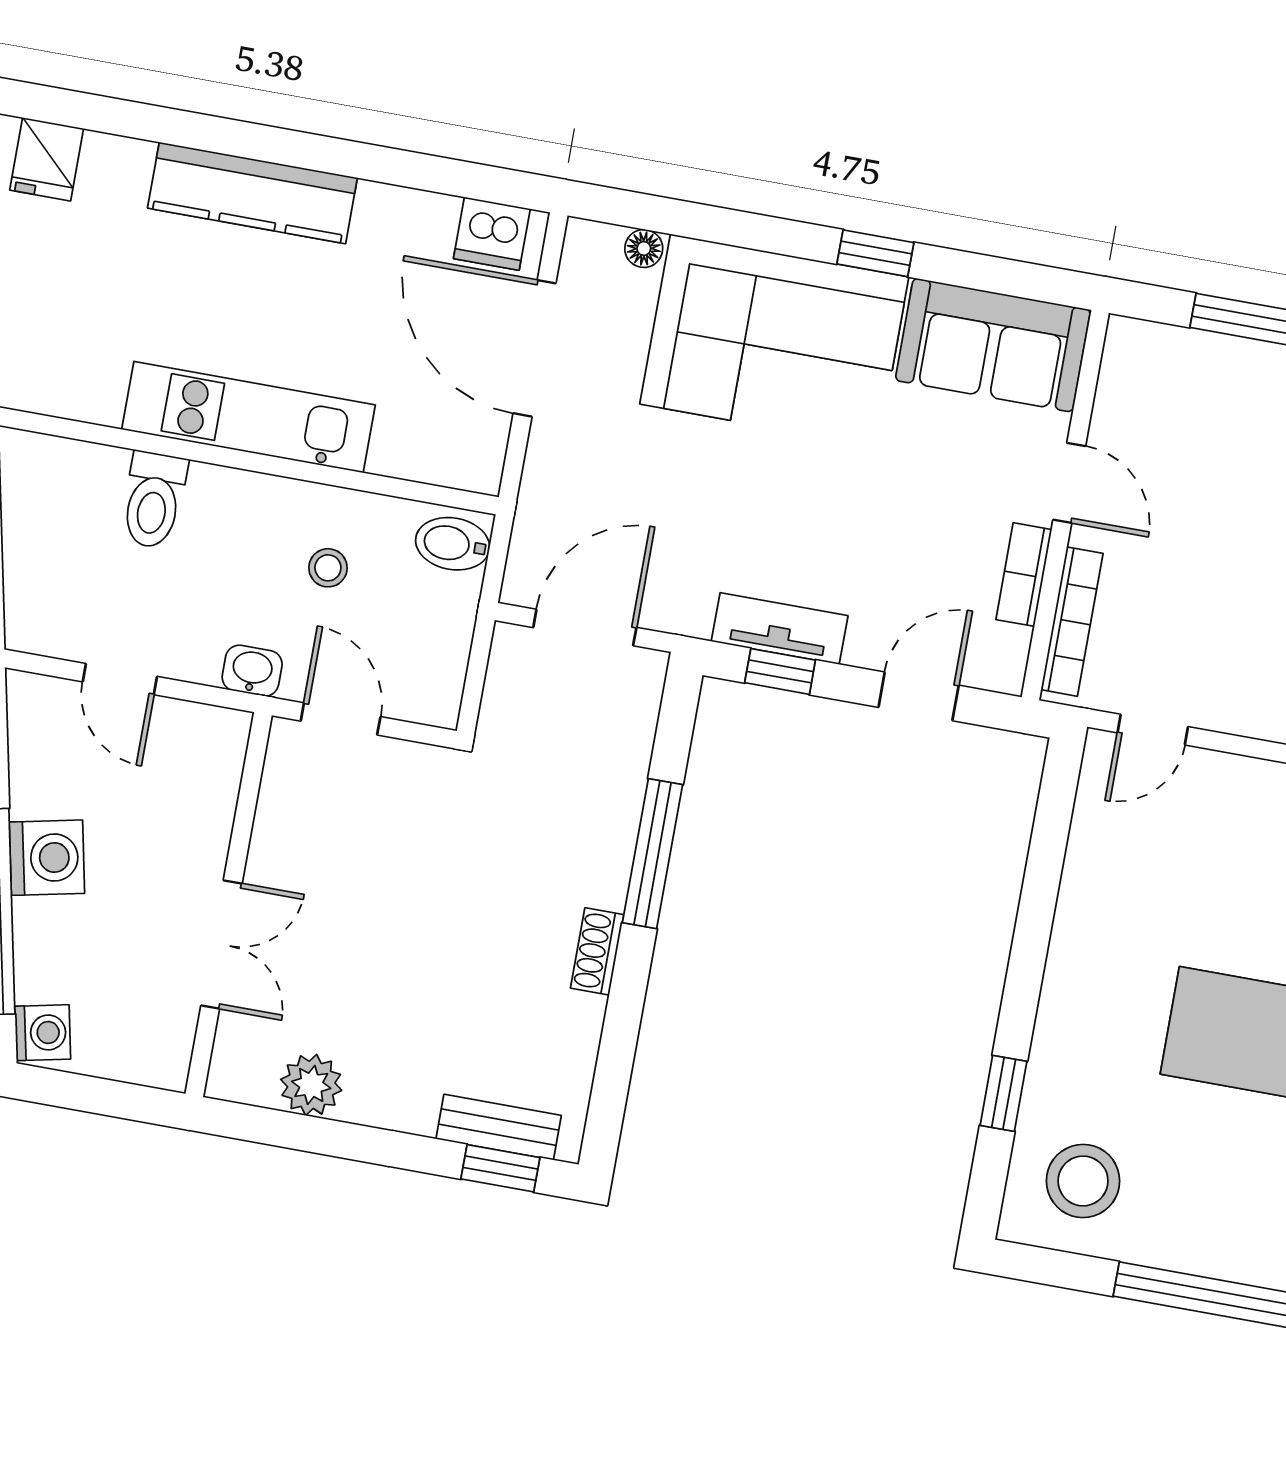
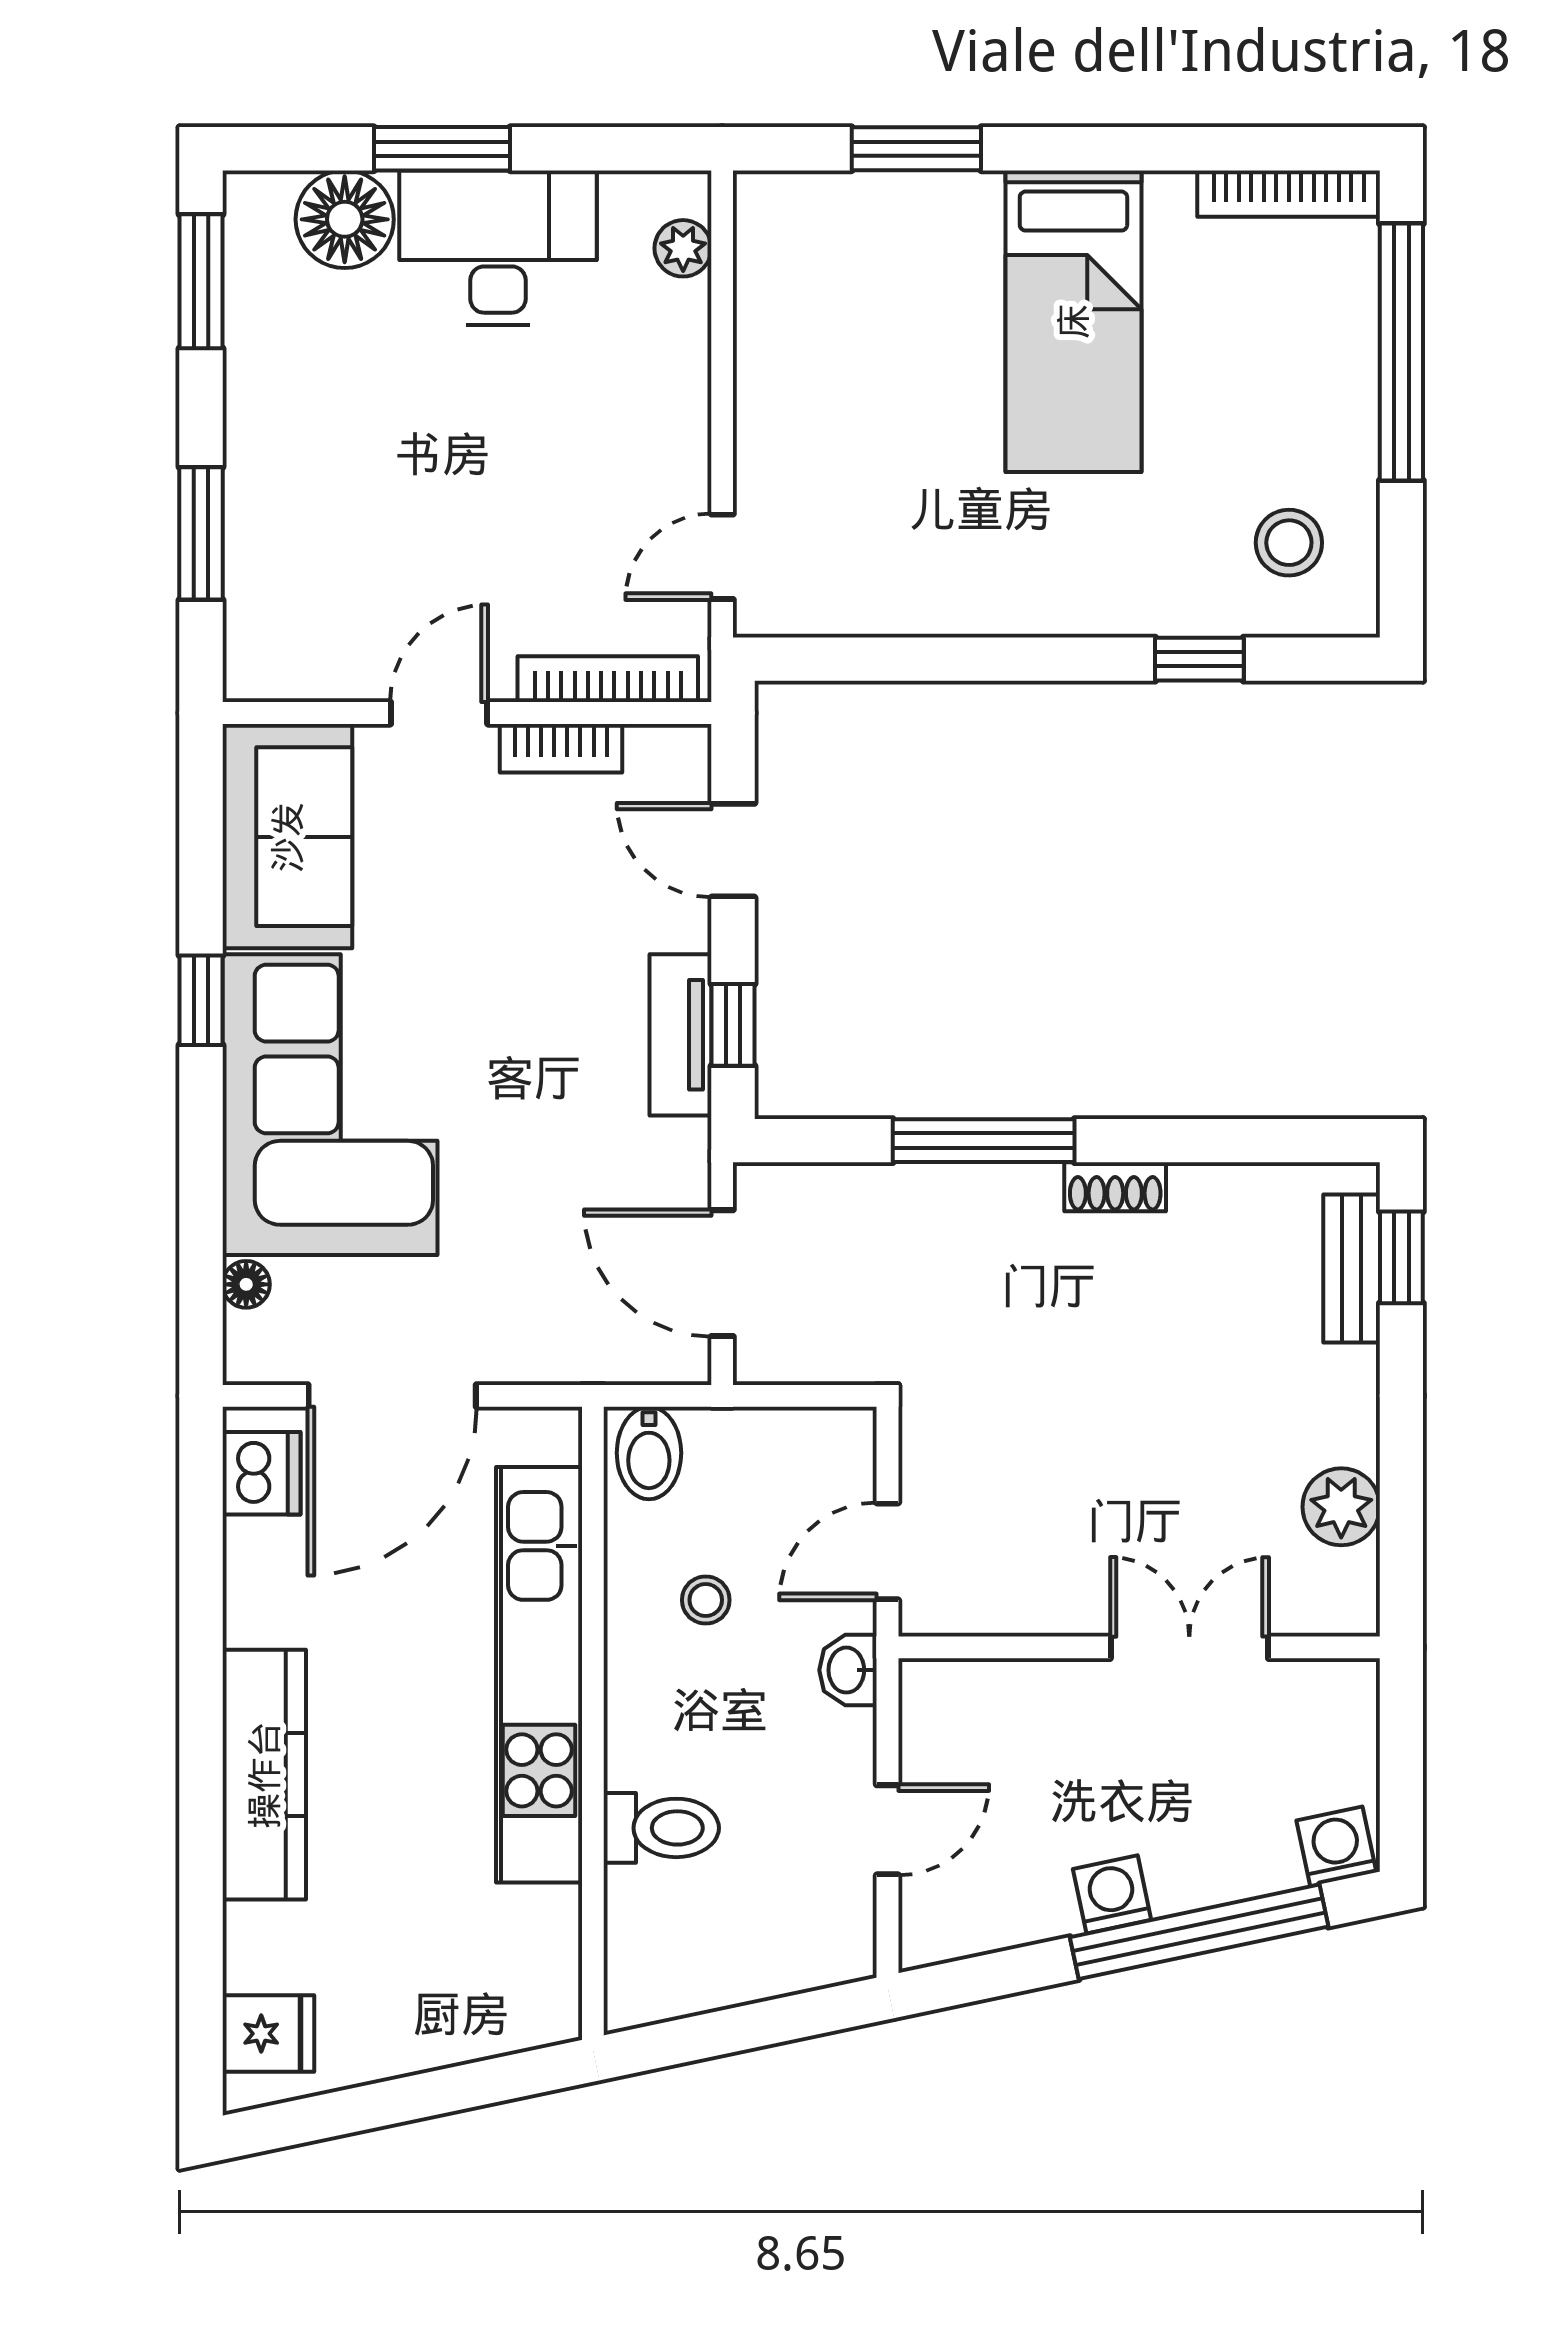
kitchen unit: (249, 417) -> (539, 1675), width x1.36
door: (1153, 730) -> (722, 557), swing flipped
washing machine: (47, 858) -> (1112, 1894), width x0.73, depth x0.73
stool: (1083, 1181) -> (1289, 543), width x0.73, depth x0.73

